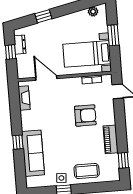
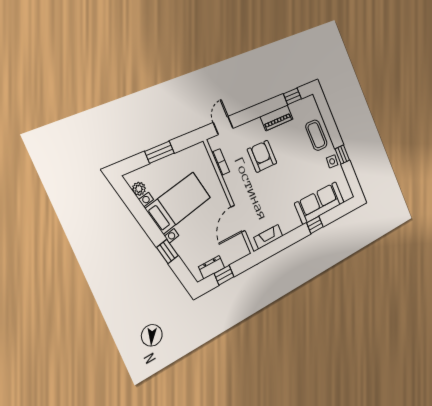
bed with nightstands: (87, 54) -> (178, 203), moved, turned -102

